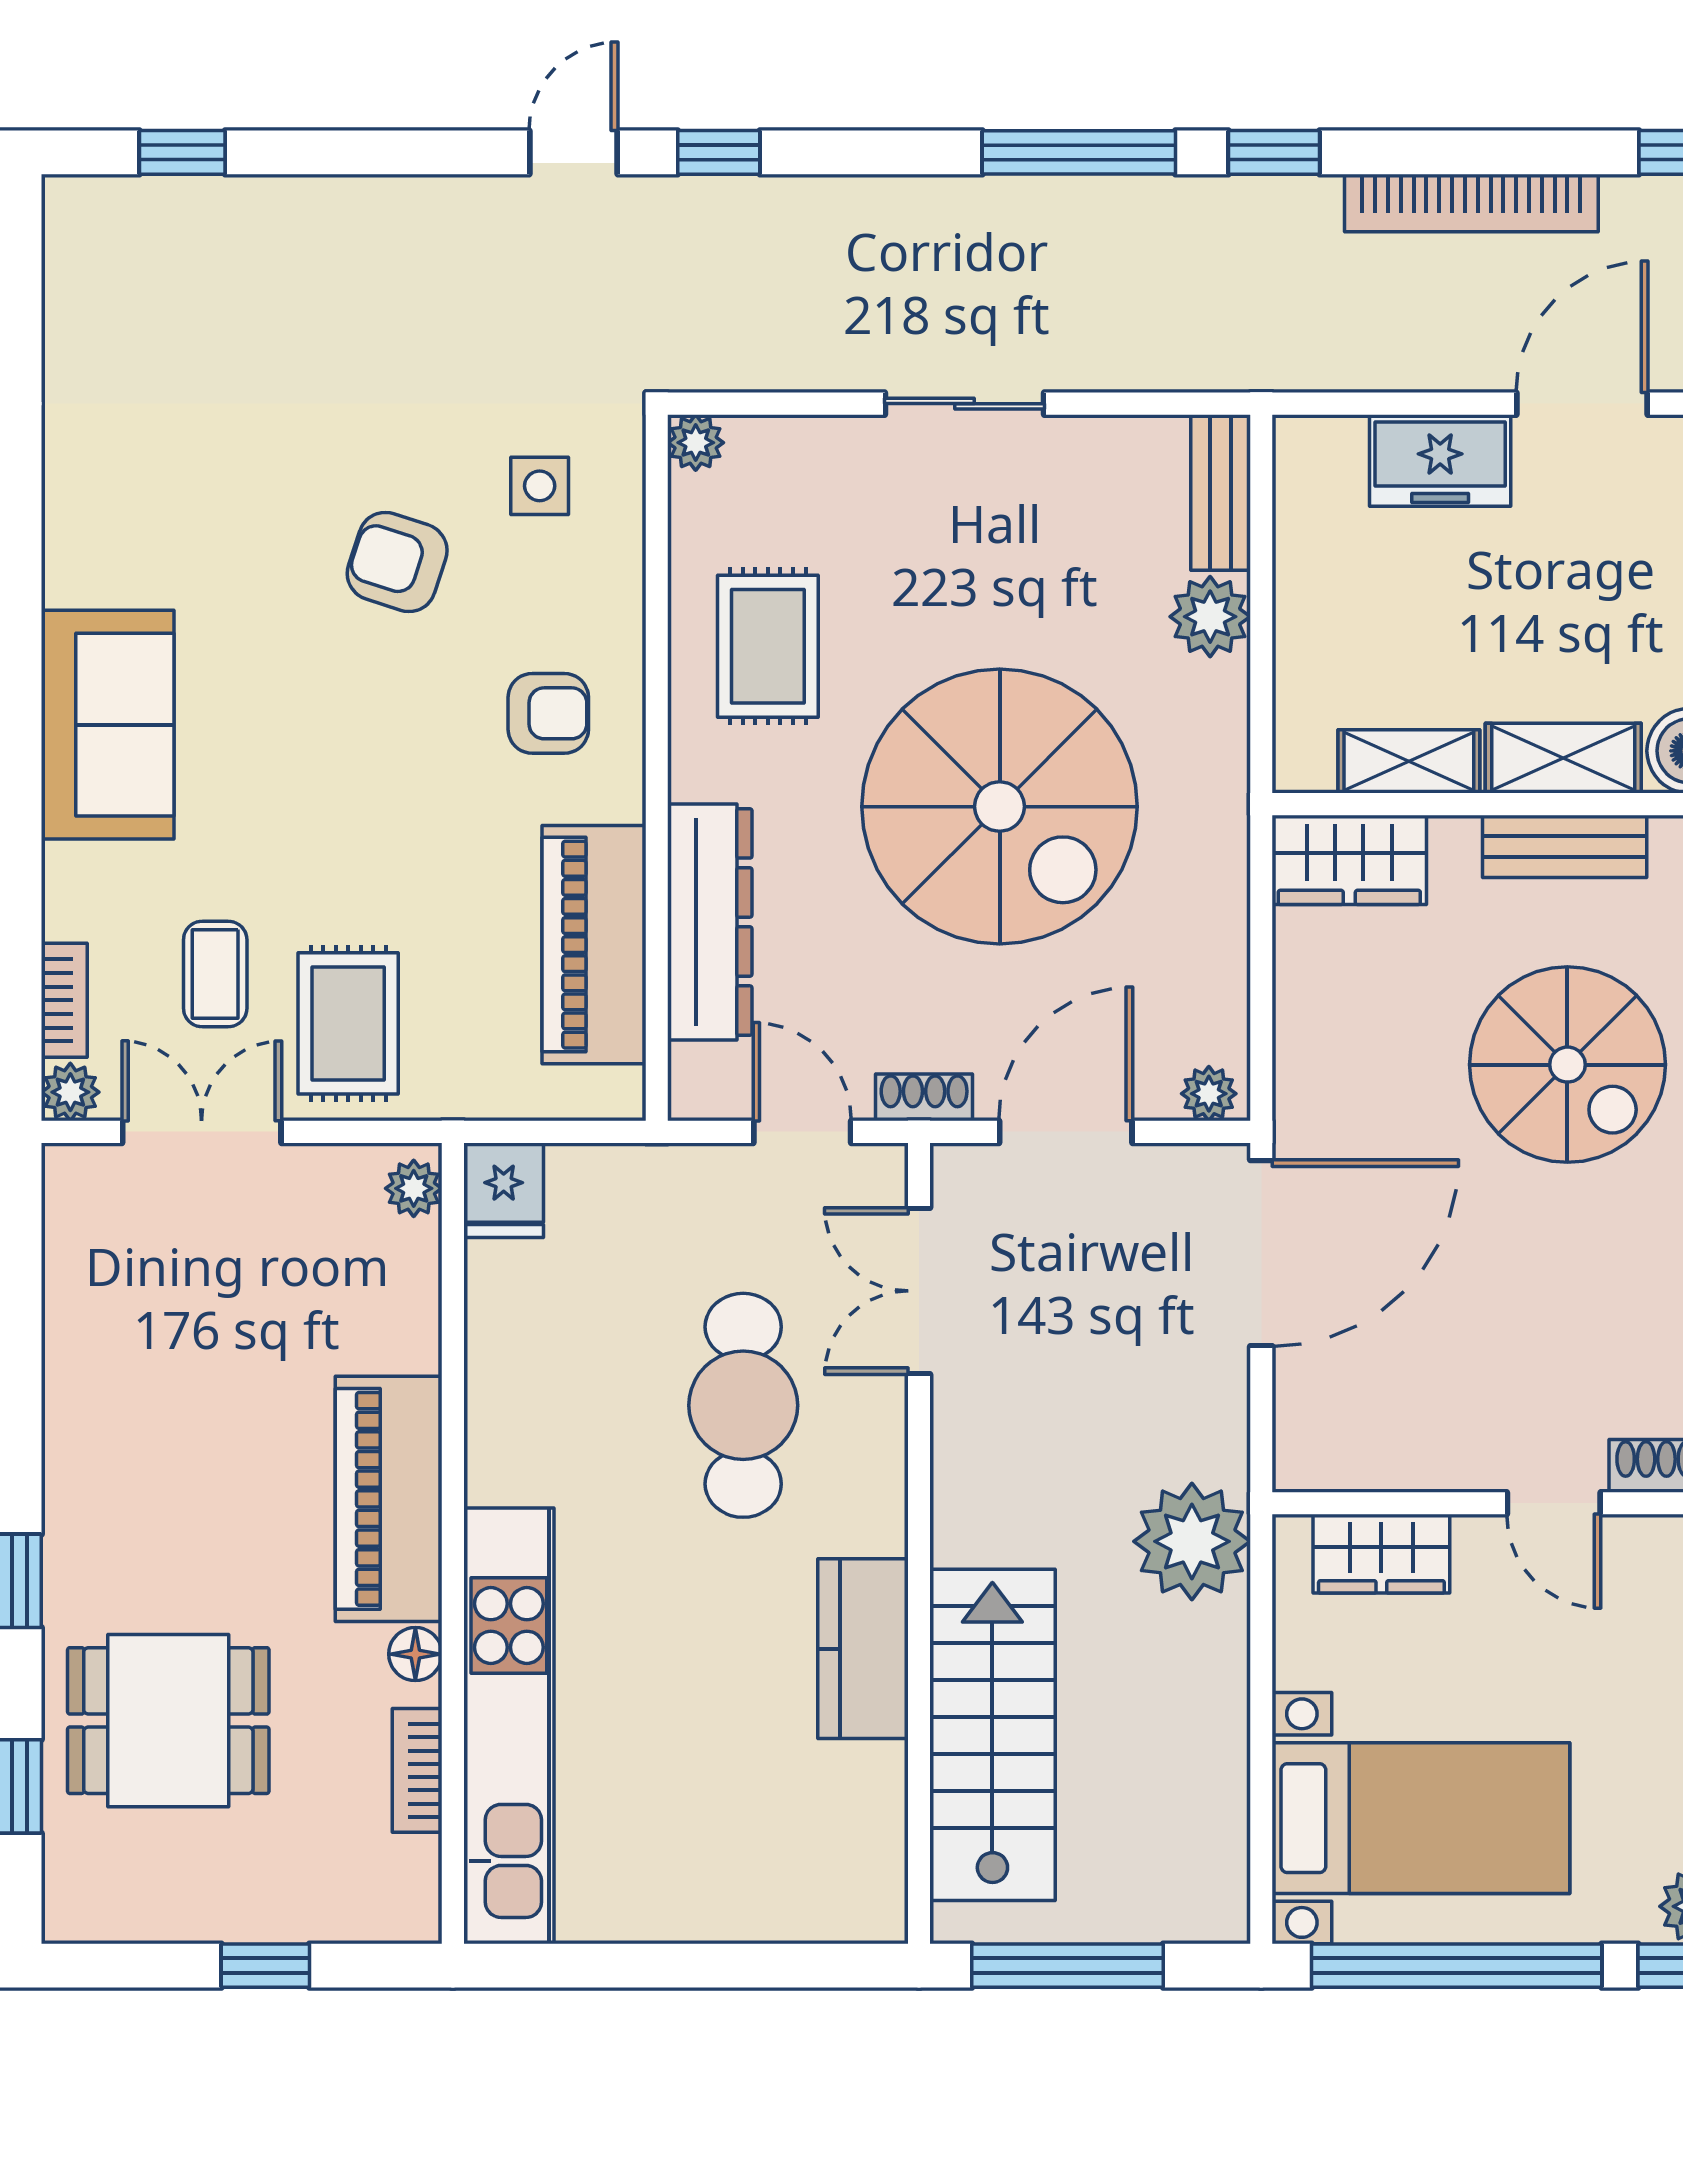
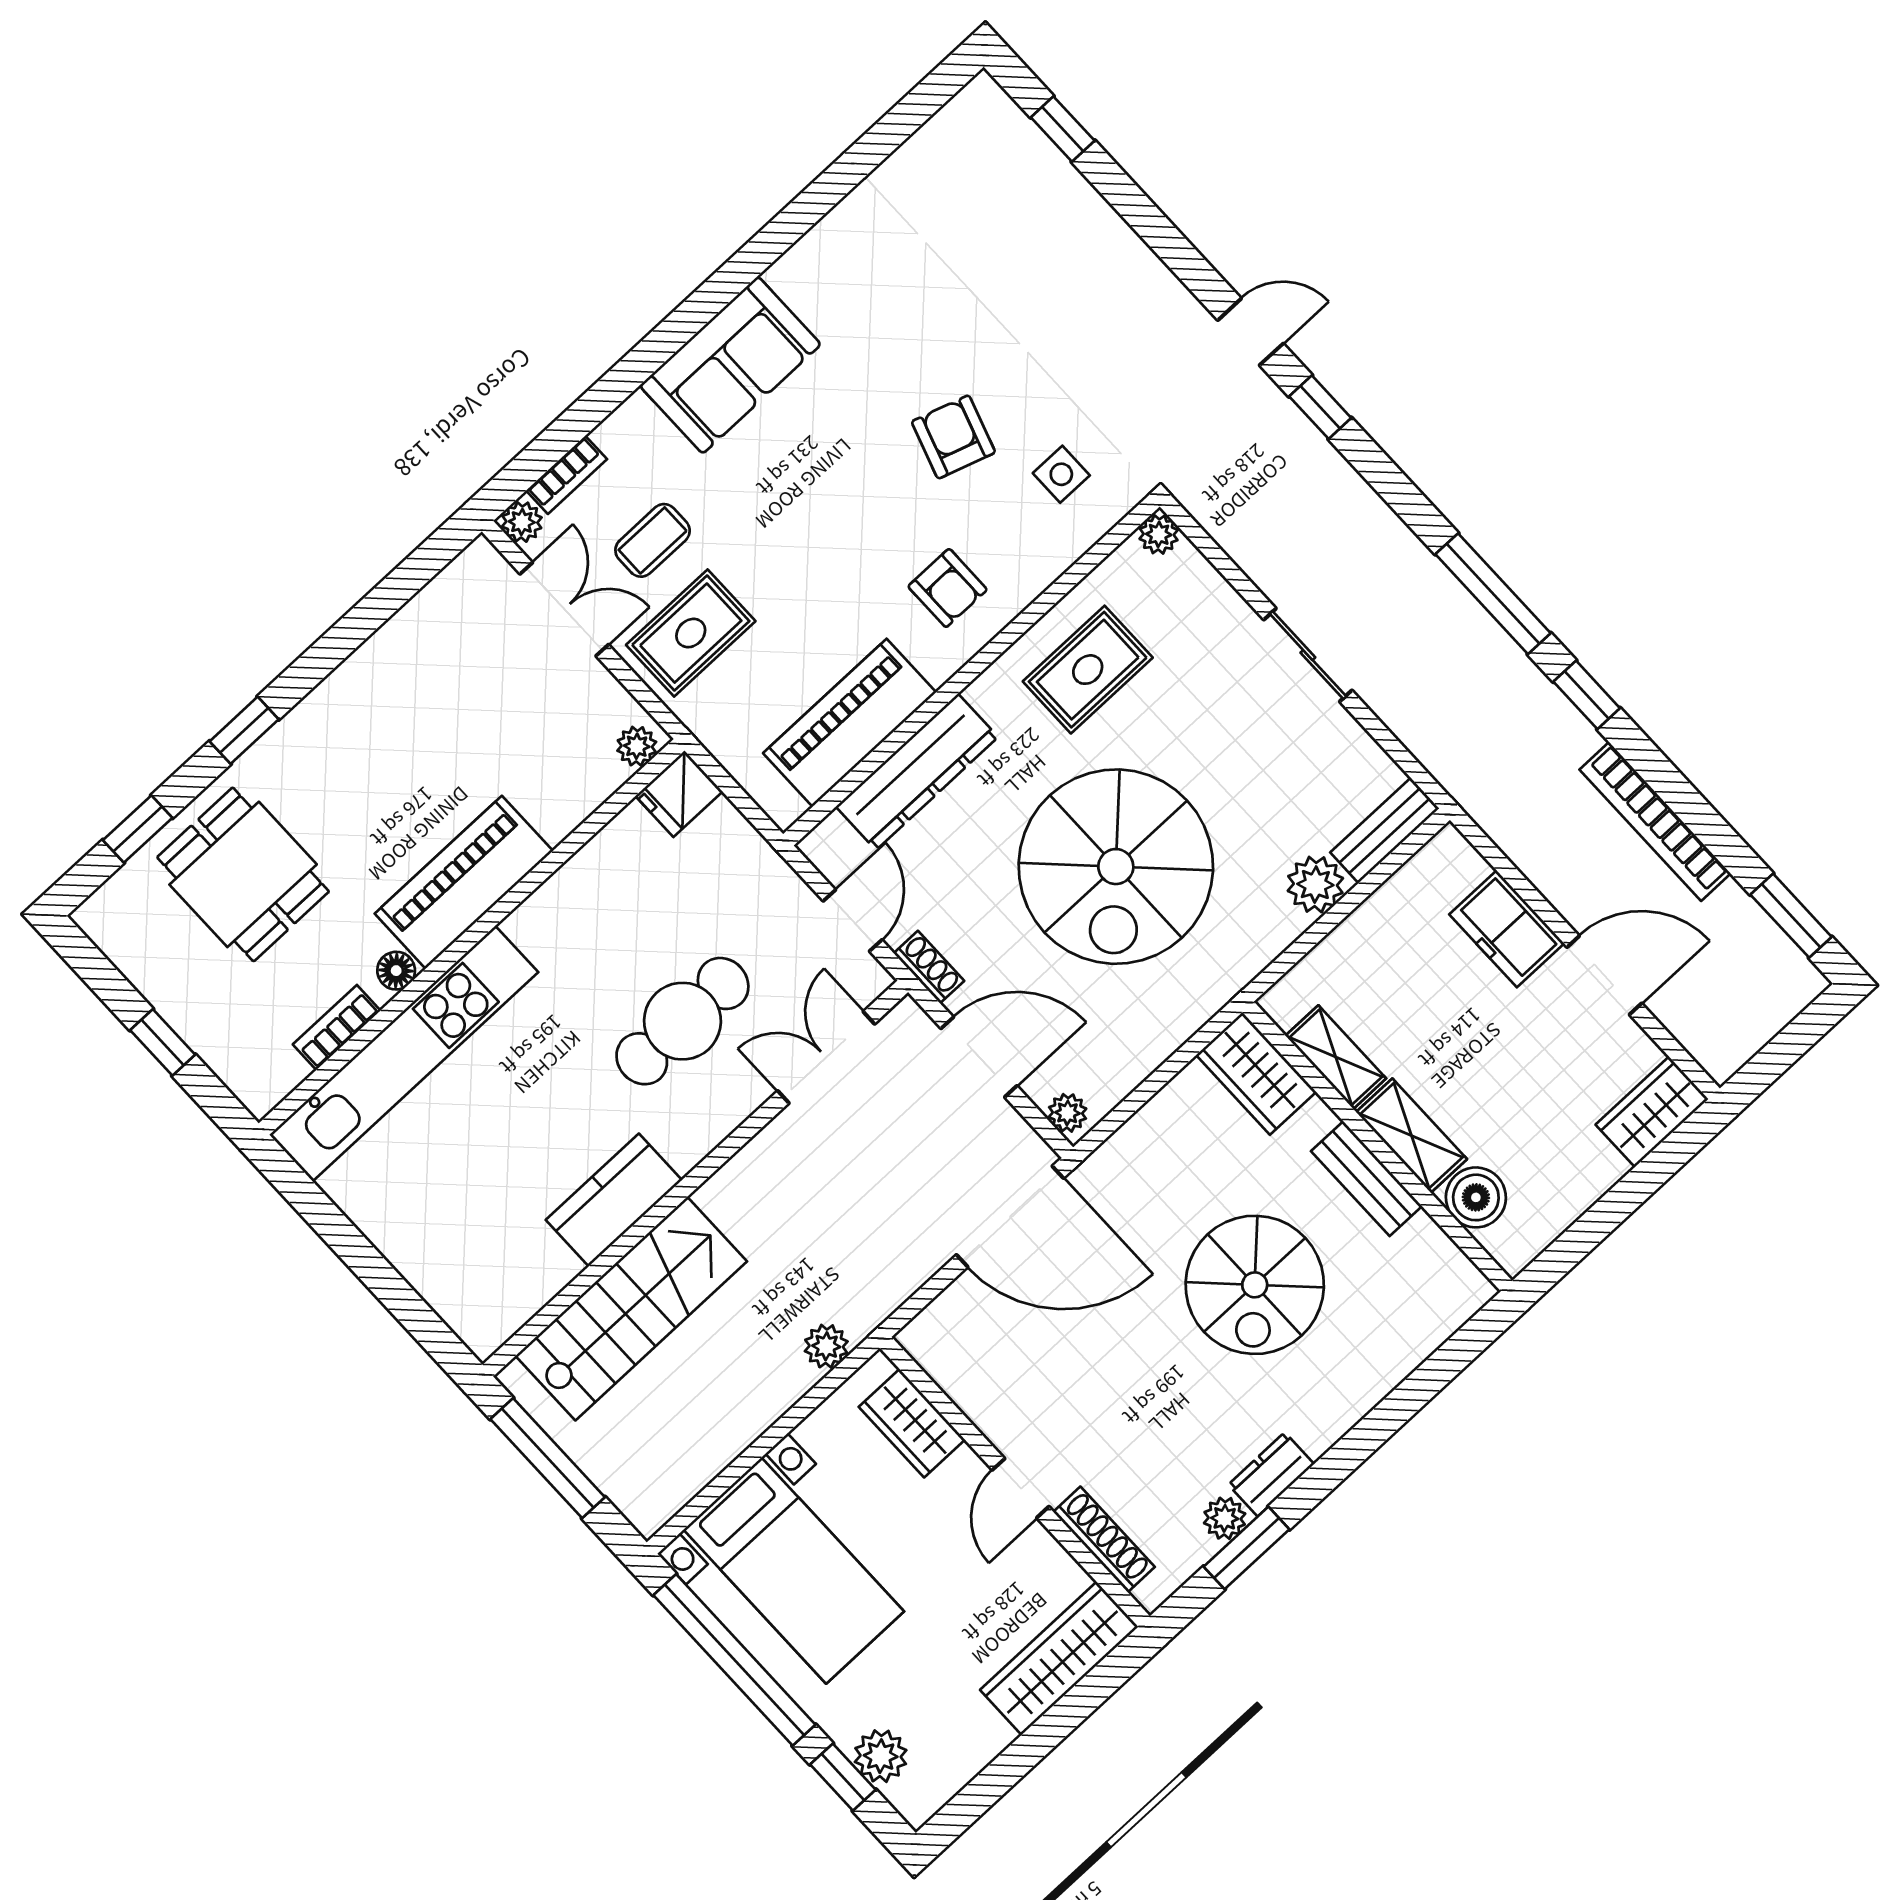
plant: (1192, 1541) -> (826, 1346), width x0.53, depth x0.53

